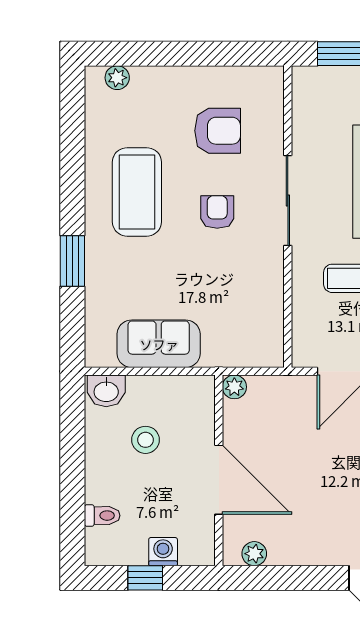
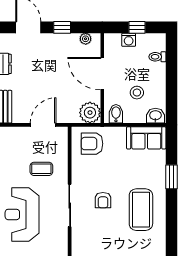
armchair: (218, 131) -> (92, 144), moved
sofa: (159, 344) -> (146, 138), moved
plant: (234, 387) -> (90, 113), width x1.88, depth x1.88
bidet: (190, 395) -> (116, 114), added
window: (304, 578) -> (62, 27), added

